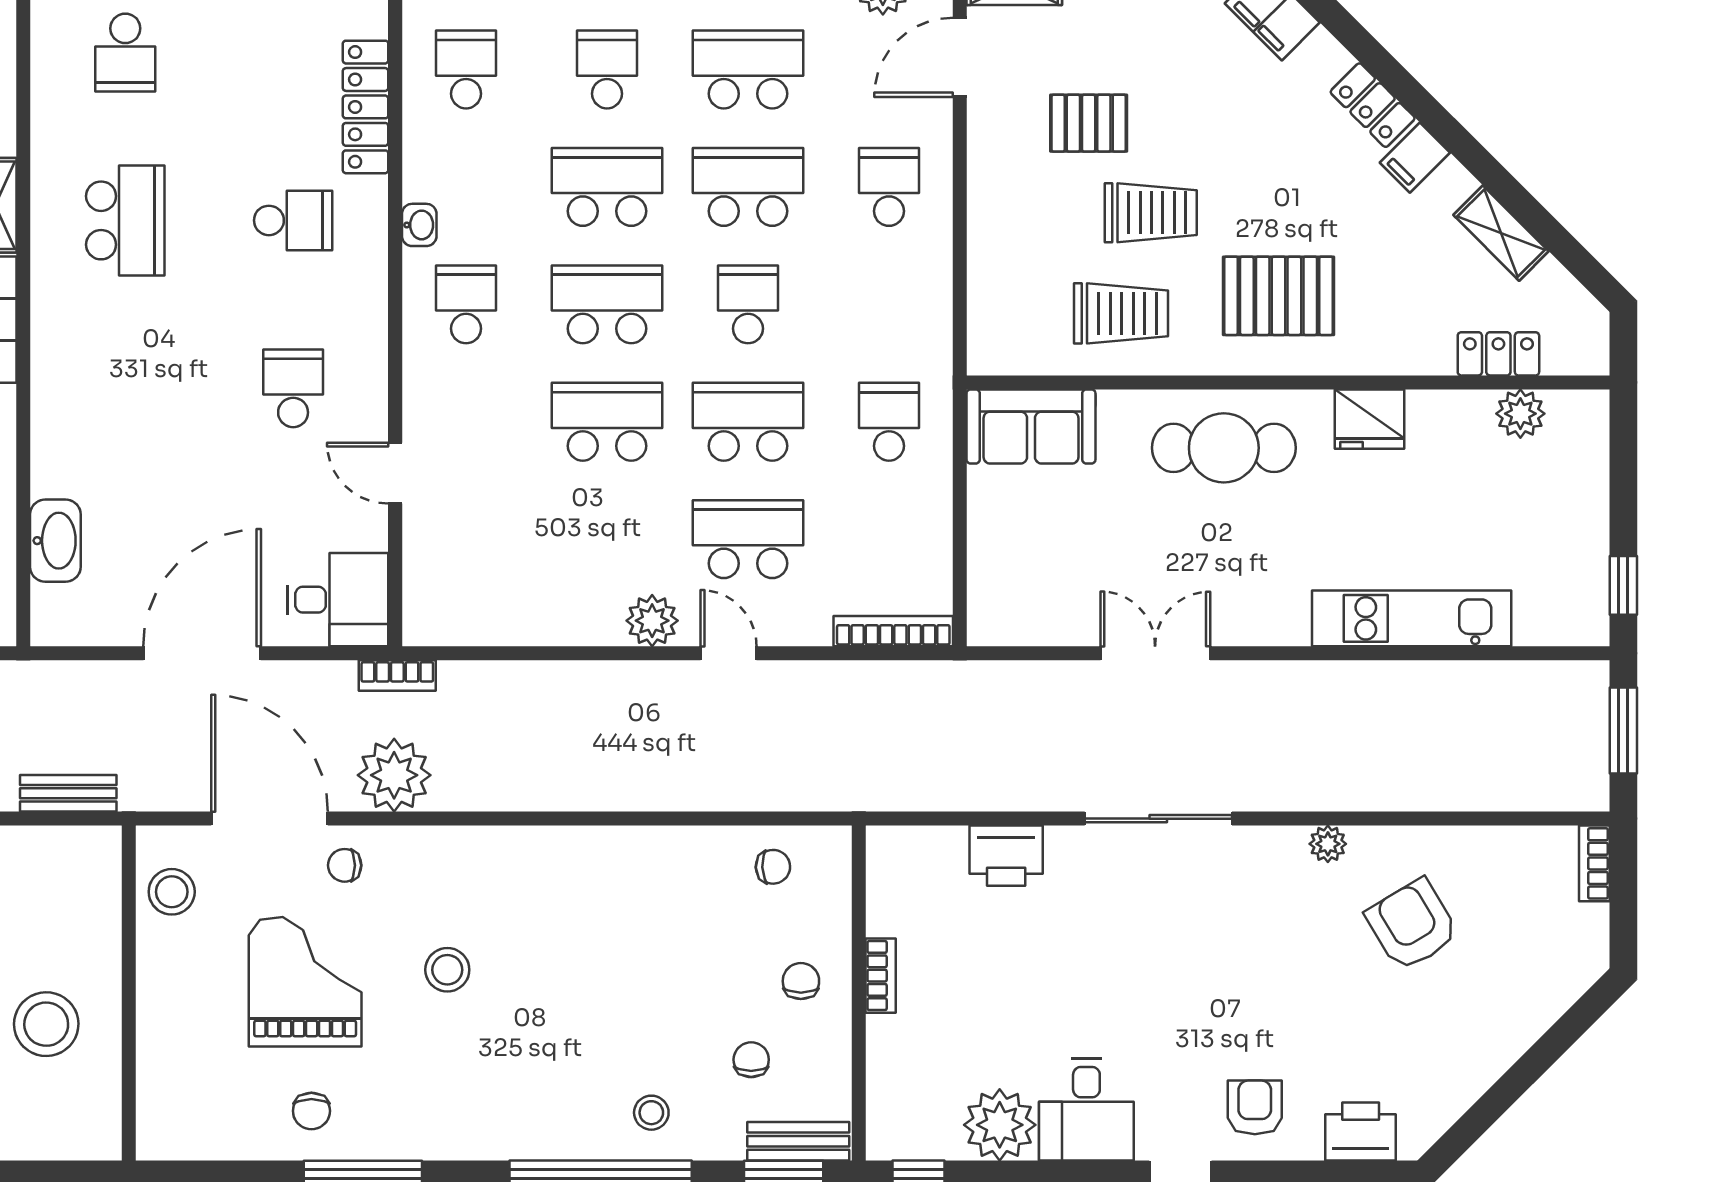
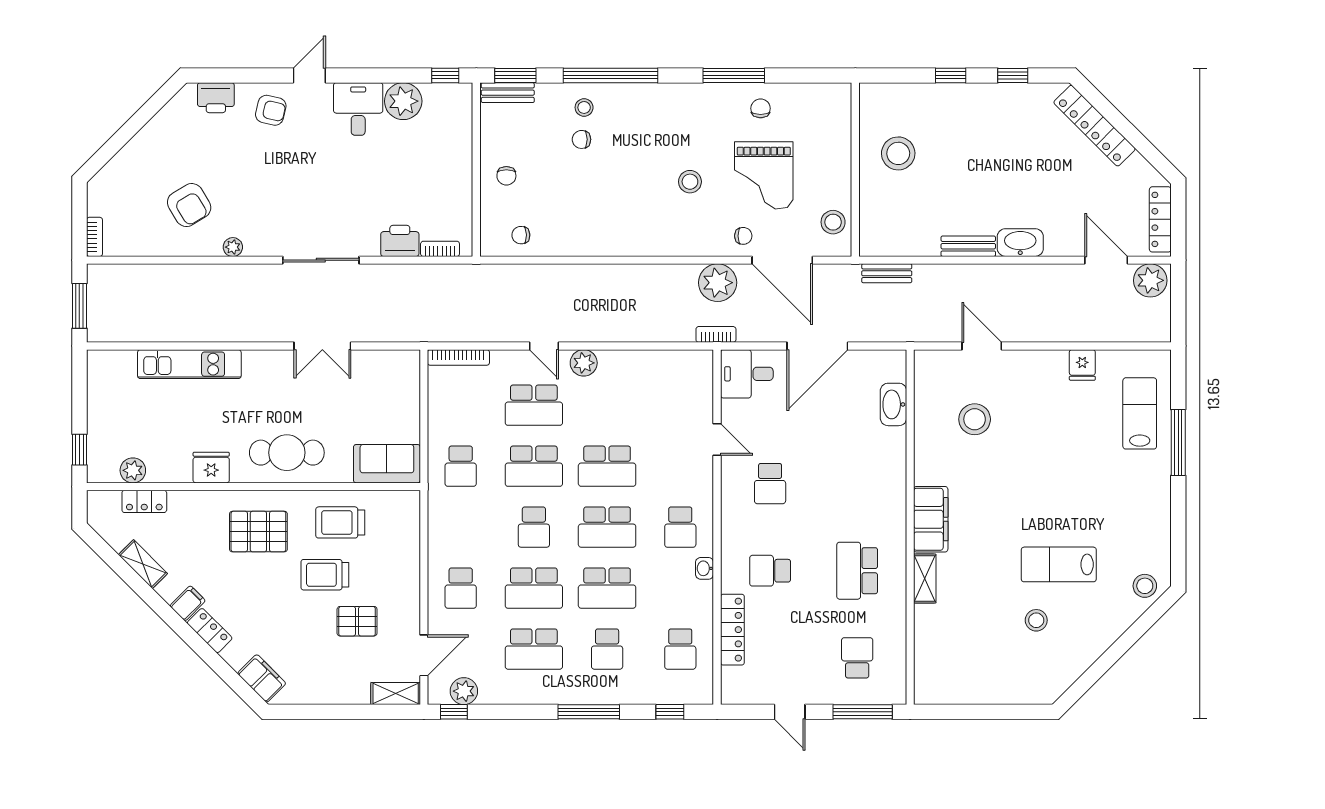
window: (1623, 585) -> (79, 450), moved
bookcase: (881, 976) -> (440, 249), moved, turned 90
chair: (751, 1060) -> (581, 139), moved, turned 90
armchair: (1255, 1107) -> (271, 110), turned -77

